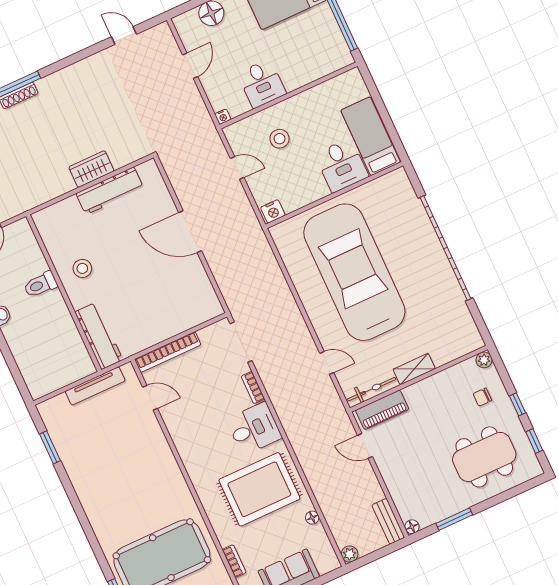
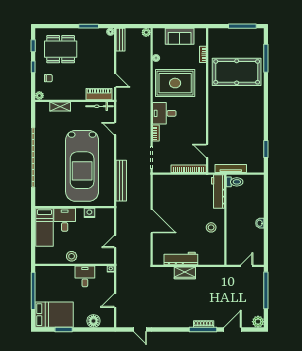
stool: (280, 139) -> (72, 256), moved
door: (237, 168) -> (115, 241), hinge flipped
nightstand: (273, 211) -> (89, 213), moved
bench: (275, 278) -> (121, 181), added
toilet: (40, 285) -> (235, 182), moved
shelving: (414, 369) -> (60, 107), moved

